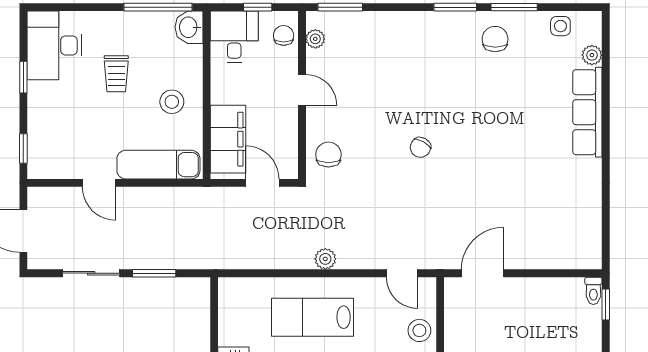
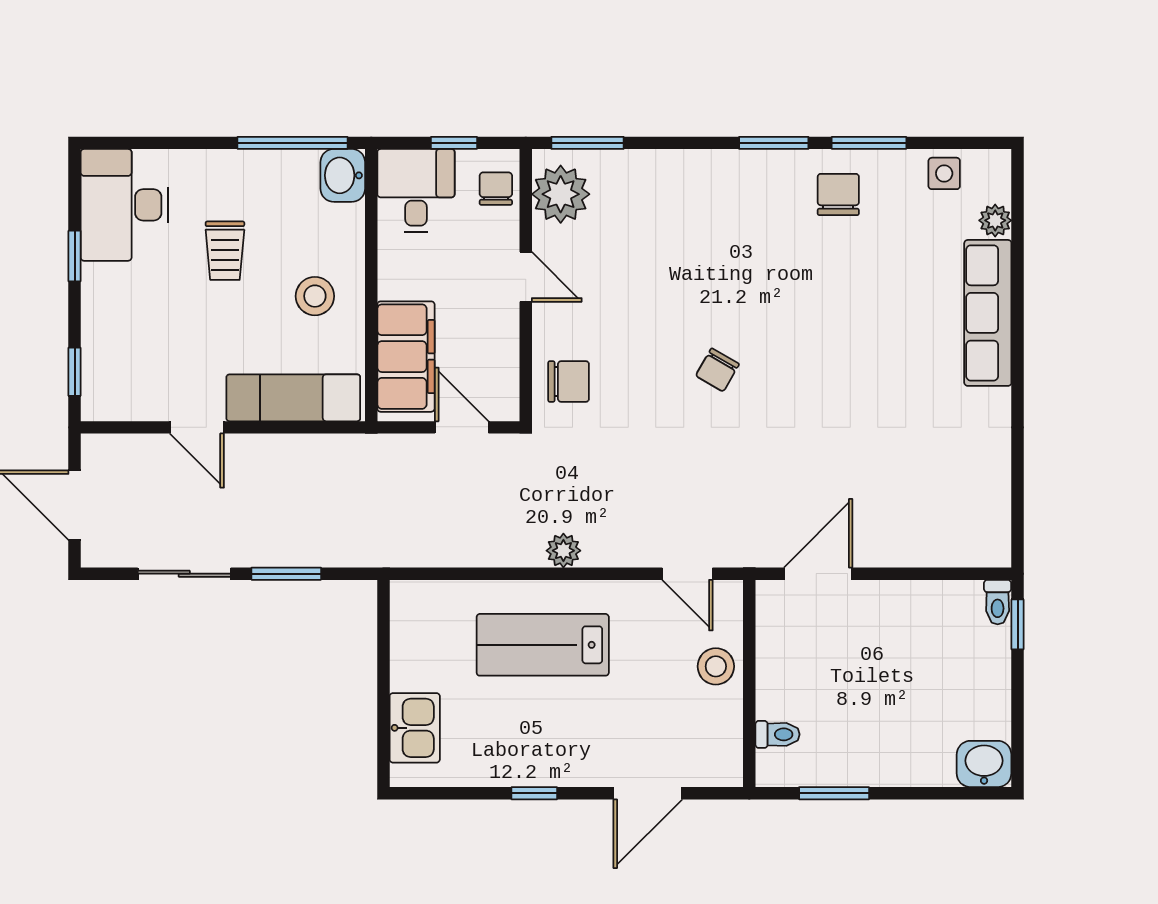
plant: (315, 39) -> (561, 194), width x1.88, depth x1.88
chair: (328, 155) -> (569, 381), turned 90

